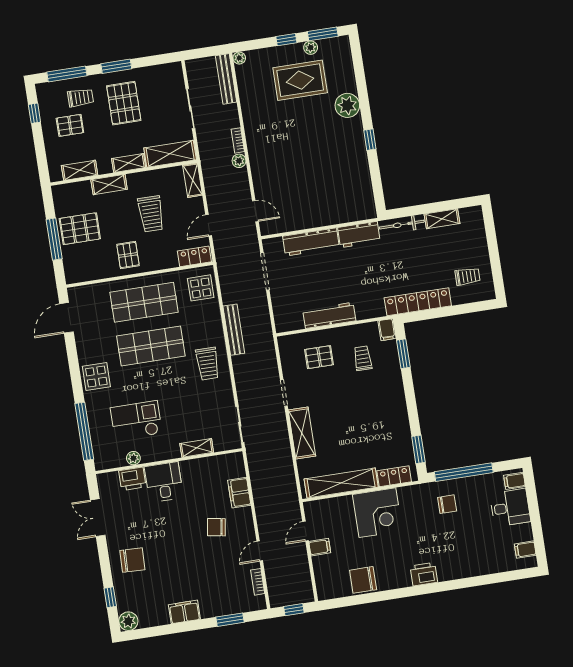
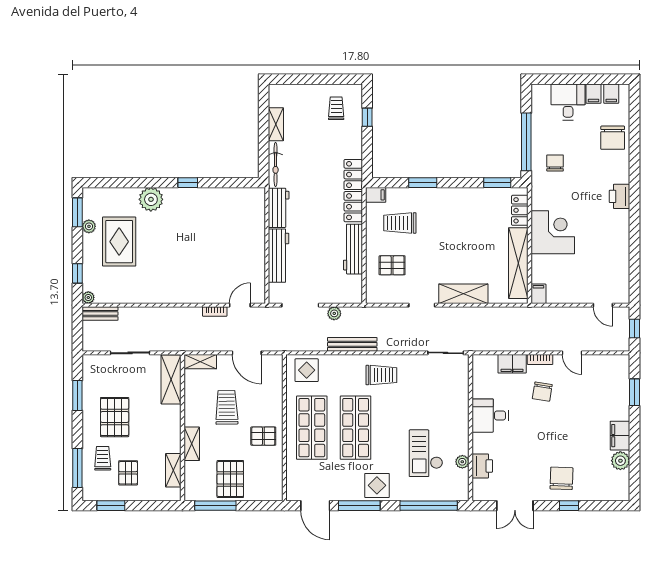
window: (286, 40) -> (77, 273), moved
window: (116, 66) -> (77, 396), moved
bench: (226, 79) -> (100, 314), width x0.73
pallet: (124, 103) -> (115, 417), turned 90
window: (34, 113) -> (111, 506), width x1.50
bookcase: (238, 140) -> (215, 312), moved
plant: (239, 161) -> (334, 313), moved
shelving: (129, 163) -> (174, 421), removed
trolley: (151, 214) -> (227, 407), turned -91
door: (209, 225) -> (247, 353), width x1.38
window: (54, 239) -> (215, 506), moved
locker: (194, 256) -> (275, 371), removed
locker: (418, 302) -> (353, 191), moved
window: (463, 309) -> (367, 117), added
window: (403, 354) -> (423, 183), moved
pallet: (319, 357) -> (392, 265), turned 90
trolley: (363, 358) -> (400, 223), width x1.36, depth x1.39
window: (73, 362) -> (359, 506), added
shelving: (197, 448) -> (462, 399), removed
filing cabinet: (515, 481) -> (593, 94), moved
desk: (164, 482) -> (490, 416), moved
door: (306, 531) -> (603, 305), moved
filing cabinet: (320, 547) -> (538, 294), moved
chair: (363, 580) -> (613, 138), moved
bookcase: (258, 582) -> (540, 359), moved
window: (110, 597) -> (569, 506), moved
plant: (128, 621) -> (620, 461), moved

